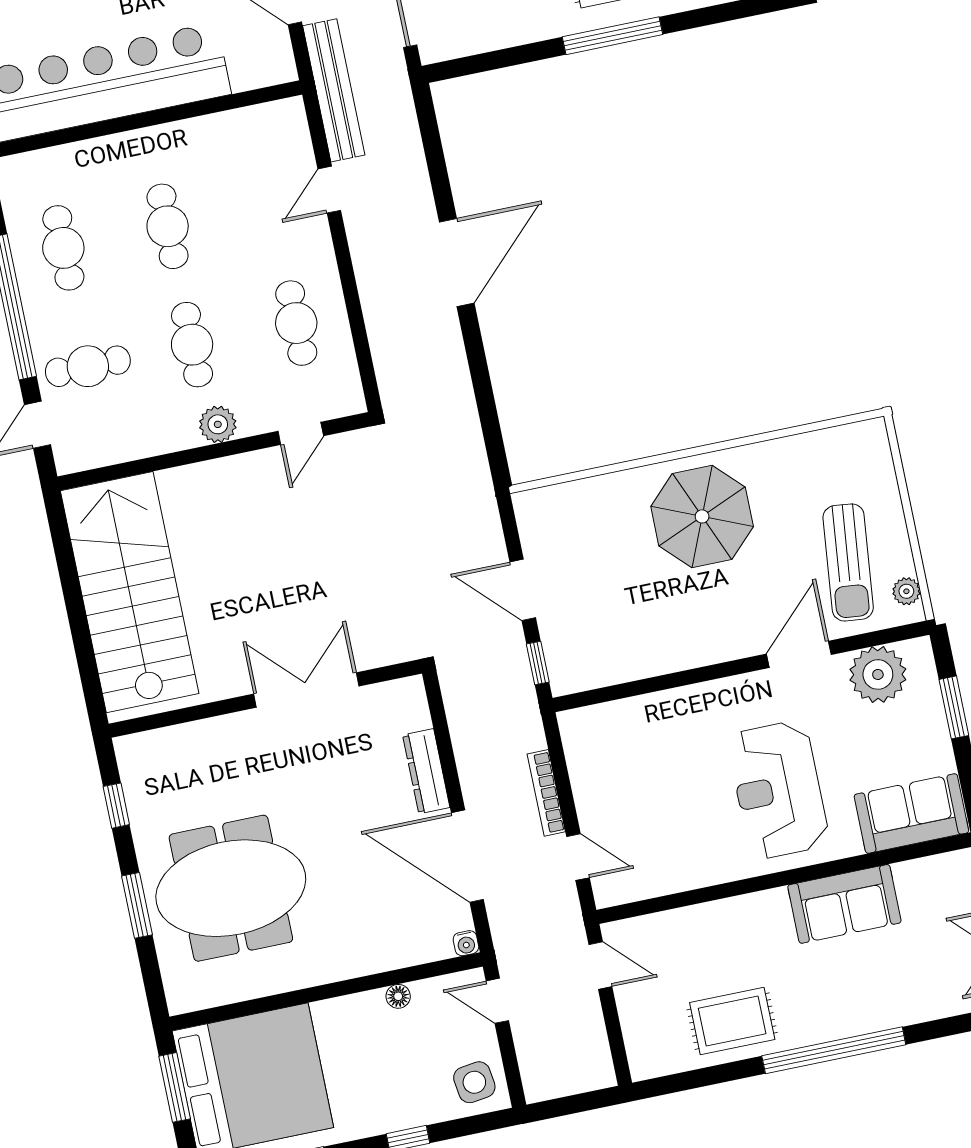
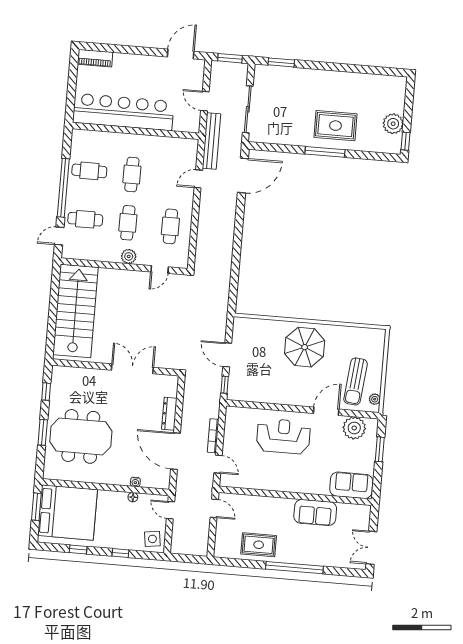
cafe table: (63, 248) -> (89, 171), turned 90
door: (457, 263) -> (243, 176), moved
reception desk: (778, 790) -> (283, 436), moved, turned 90
water cooler: (466, 943) -> (135, 482), moved

